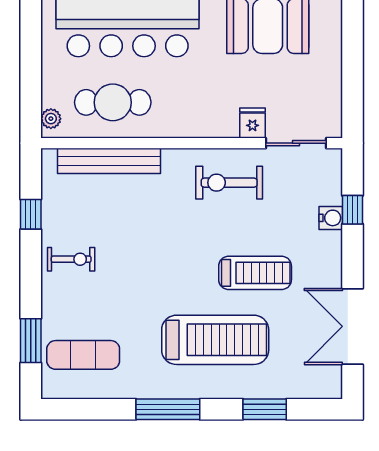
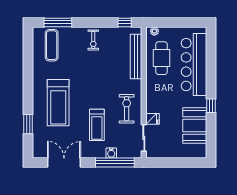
window: (353, 210) -> (115, 162), width x3.17
window: (31, 214) -> (125, 22), moved
treadmill: (255, 273) -> (97, 125), moved
window: (31, 341) -> (58, 22), width x1.44
window: (168, 409) -> (28, 82), removed

